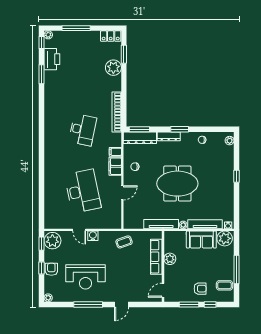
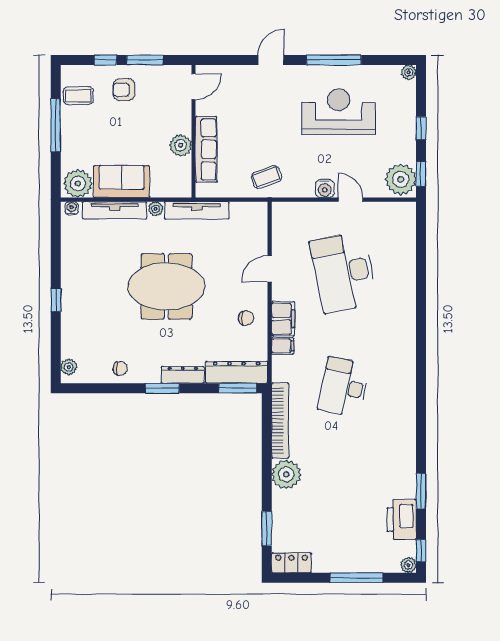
plant: (113, 68) -> (286, 474), moved
armchair: (51, 269) -> (403, 126), removed

